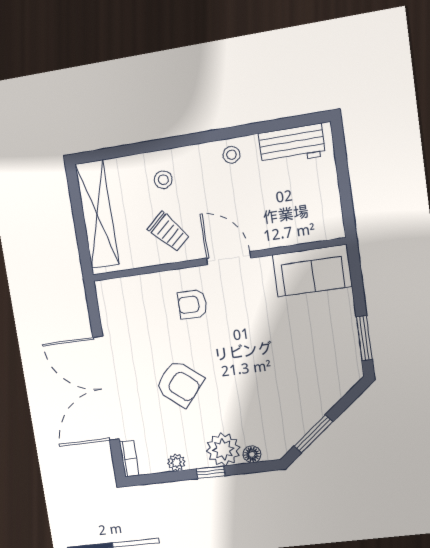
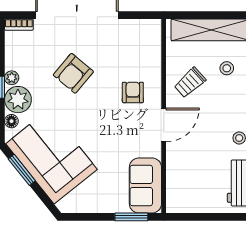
stool: (163, 180) -> (227, 68), moved
window: (364, 338) -> (131, 217), moved
corner sofa: (291, 398) -> (52, 157), added
plant: (176, 463) -> (12, 78), moved

